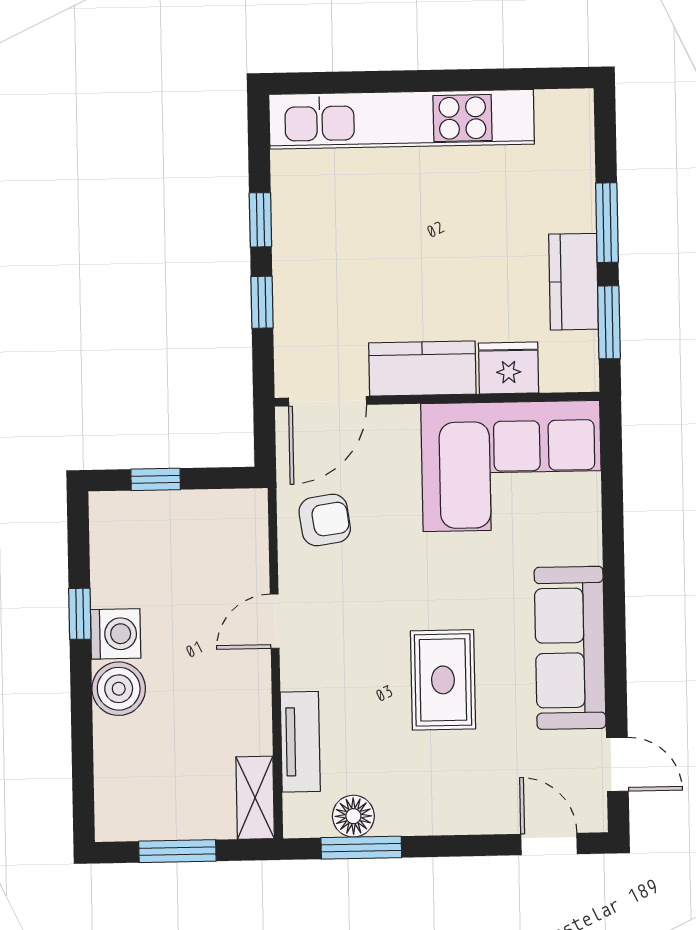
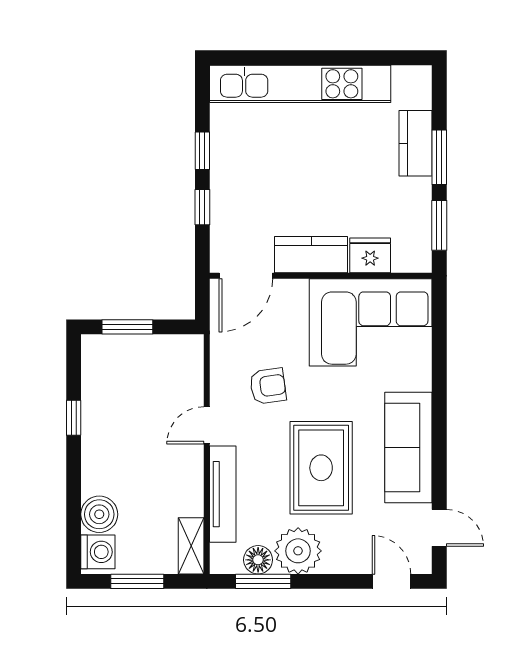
kitchen counter: (573, 282) -> (416, 143), moved
window: (156, 479) -> (127, 327), width x1.50
armchair: (325, 520) -> (268, 386), moved
washing machine: (116, 634) -> (98, 552), moved
rug: (443, 680) -> (321, 468), width x1.36, depth x1.43
boiler: (119, 689) -> (99, 514), moved
tv unit: (300, 742) -> (223, 494), width x1.41
plant: (412, 802) -> (298, 551), added

